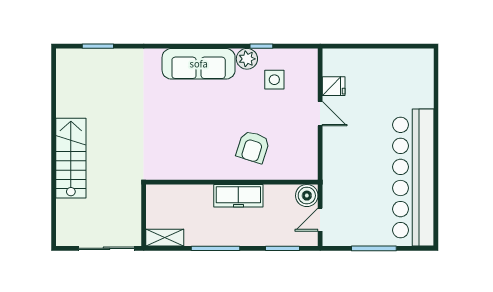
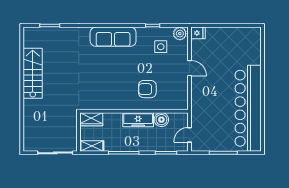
plant: (247, 59) -> (180, 34), moved
fridge: (334, 86) -> (198, 33), moved
armchair: (253, 147) -> (147, 89), turned 72
stairs: (71, 158) -> (33, 73), moved
wardrobe: (164, 195) -> (91, 119), added
boiler: (307, 196) -> (161, 120), moved

